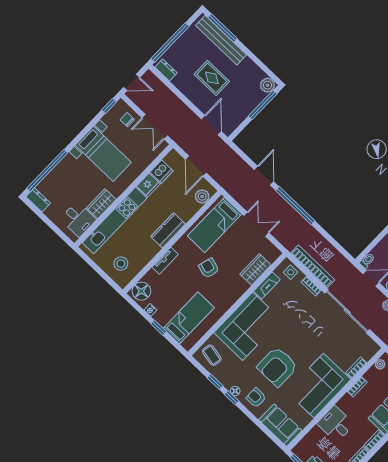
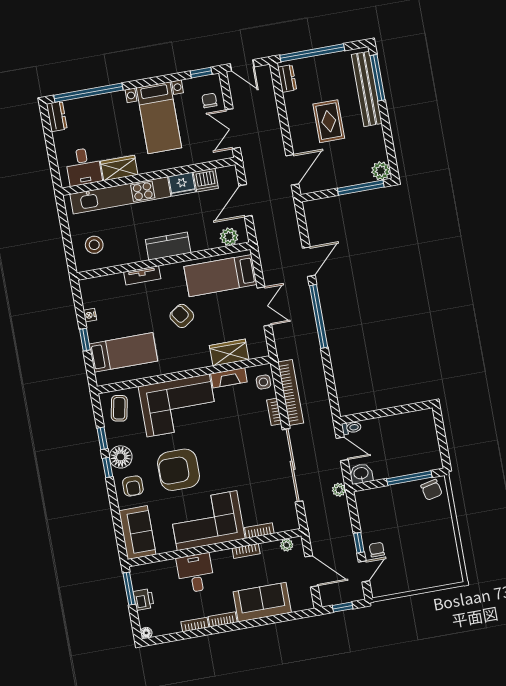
armchair: (209, 268) -> (182, 316), turned -51
floor lamp: (141, 291) -> (95, 289), removed
floor lamp: (235, 391) -> (121, 457), width x1.89, depth x1.89
armchair: (256, 398) -> (133, 486), turned 180

